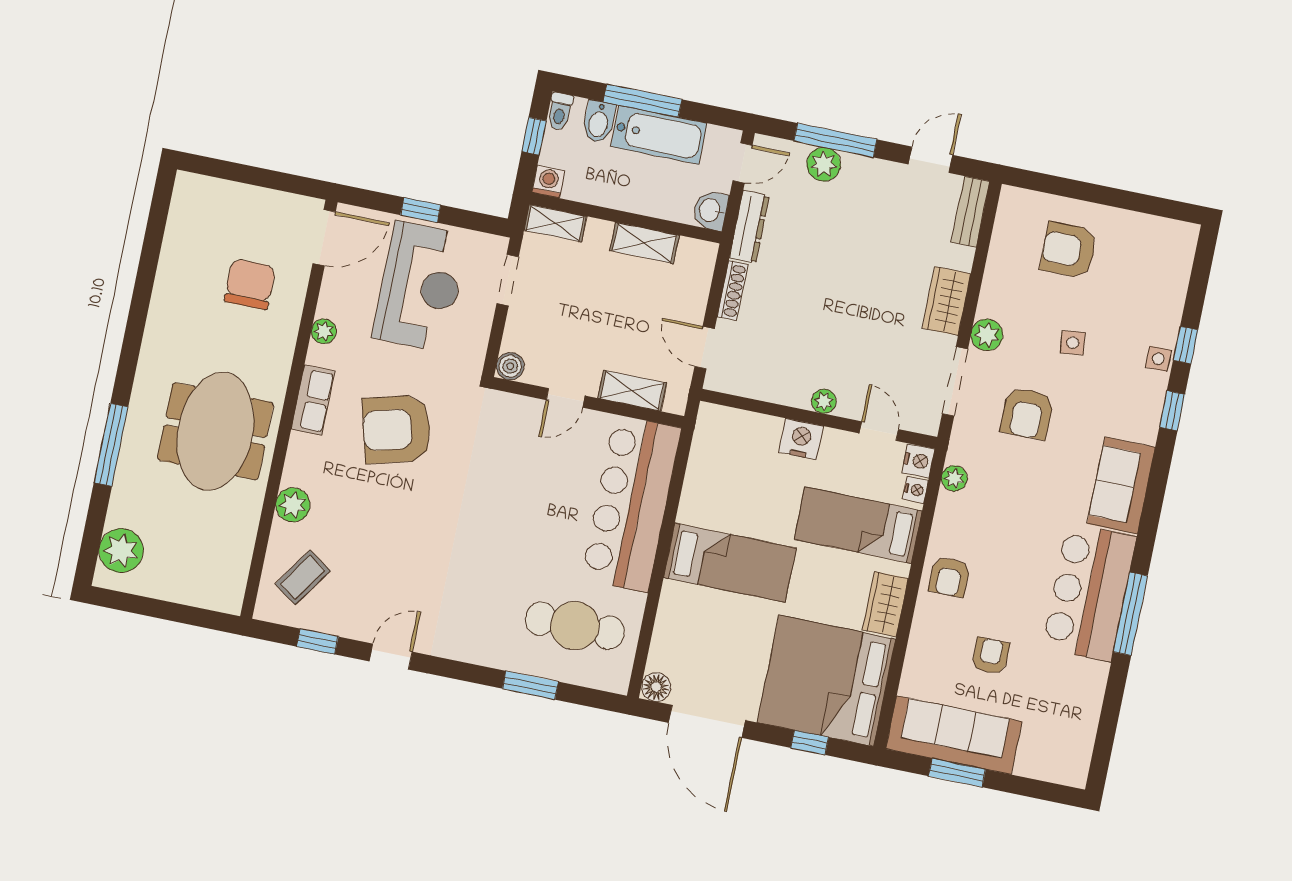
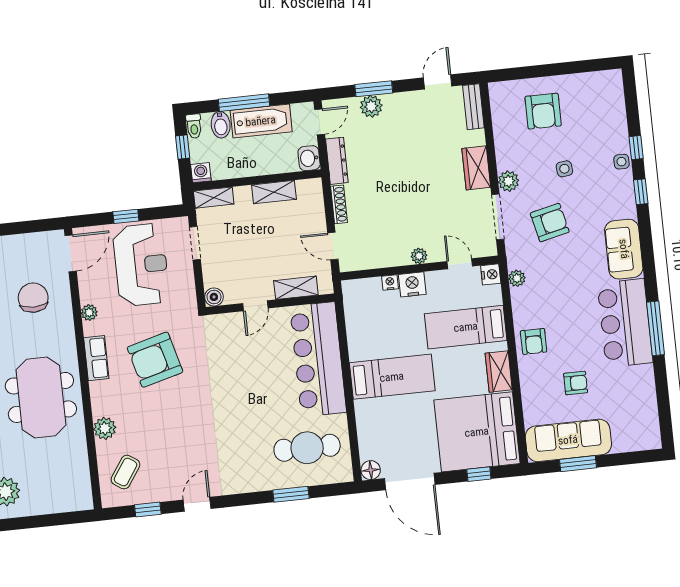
window: (835, 140) -> (374, 89), width x0.69
armchair: (1069, 250) -> (543, 111), turned -90
armchair: (1027, 413) -> (550, 223), turned -103
nightstand: (915, 490) -> (390, 282), moved, turned -90
armchair: (991, 656) -> (576, 383), turned 90

